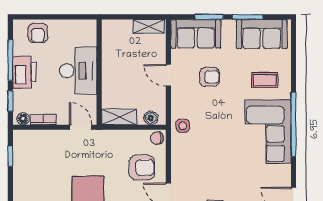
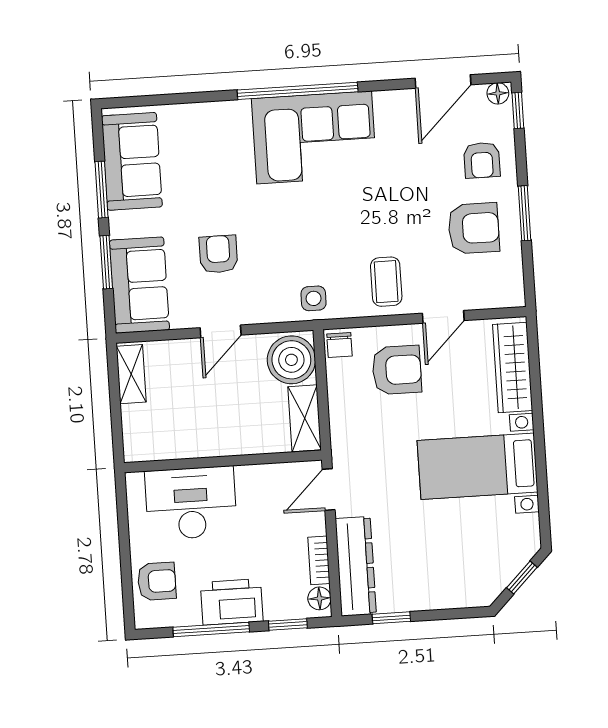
desk: (78, 71) -> (191, 503), moved
coffee table: (265, 80) -> (386, 282), moved
boiler: (151, 118) -> (291, 360), width x1.86, depth x1.86
dresser: (39, 139) -> (356, 566), added
armchair: (142, 168) -> (397, 370), turned 90

